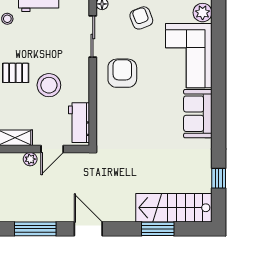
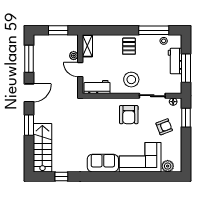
armchair: (122, 73) -> (129, 115), turned 90
stool: (49, 85) -> (131, 80), moved
window: (158, 229) -> (29, 125), moved

